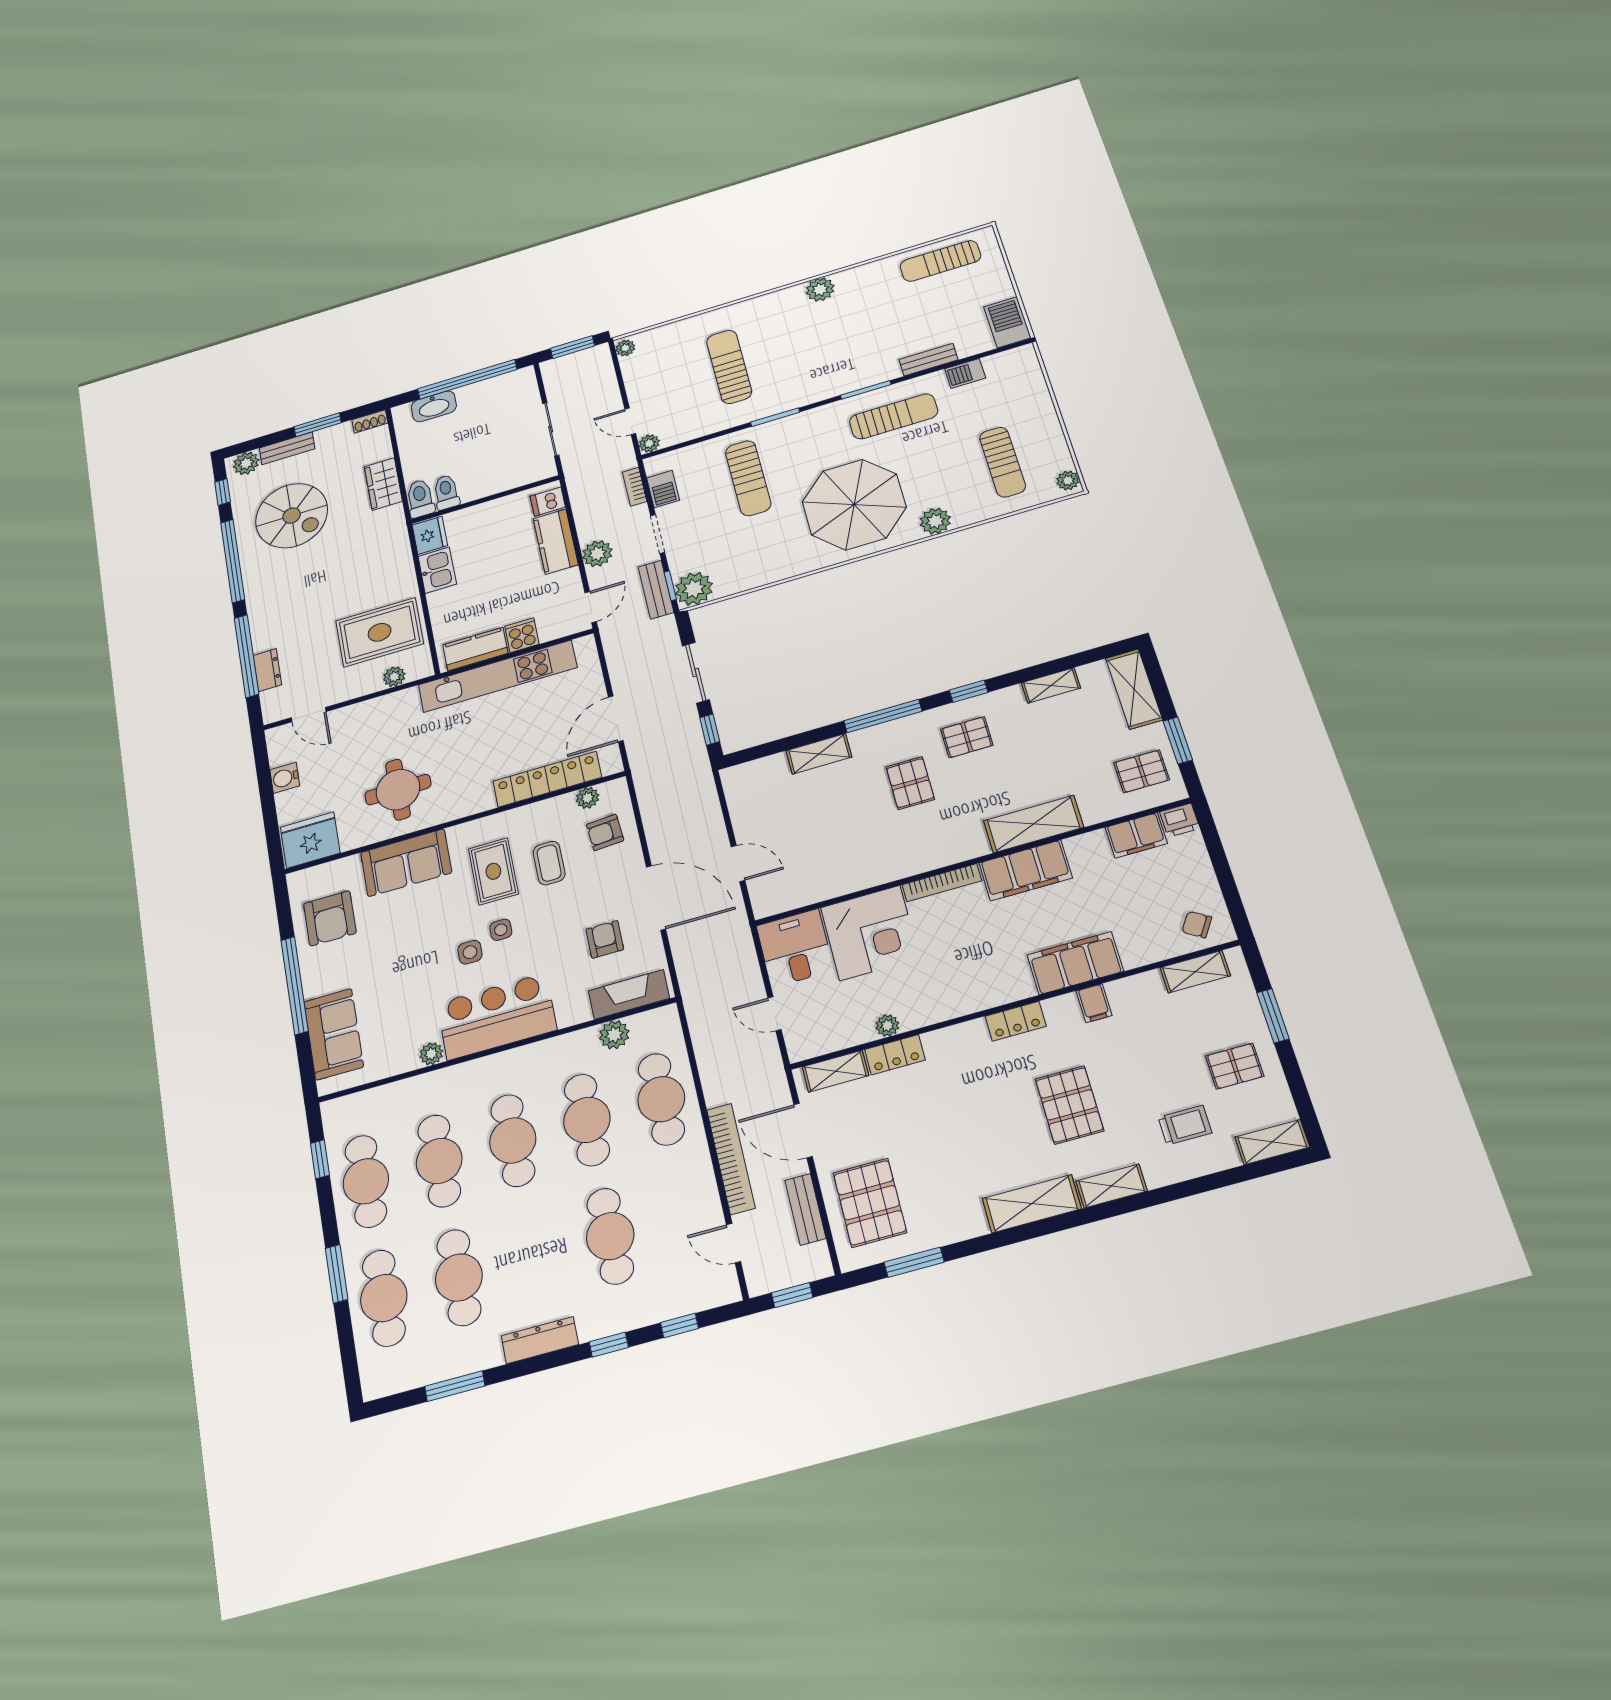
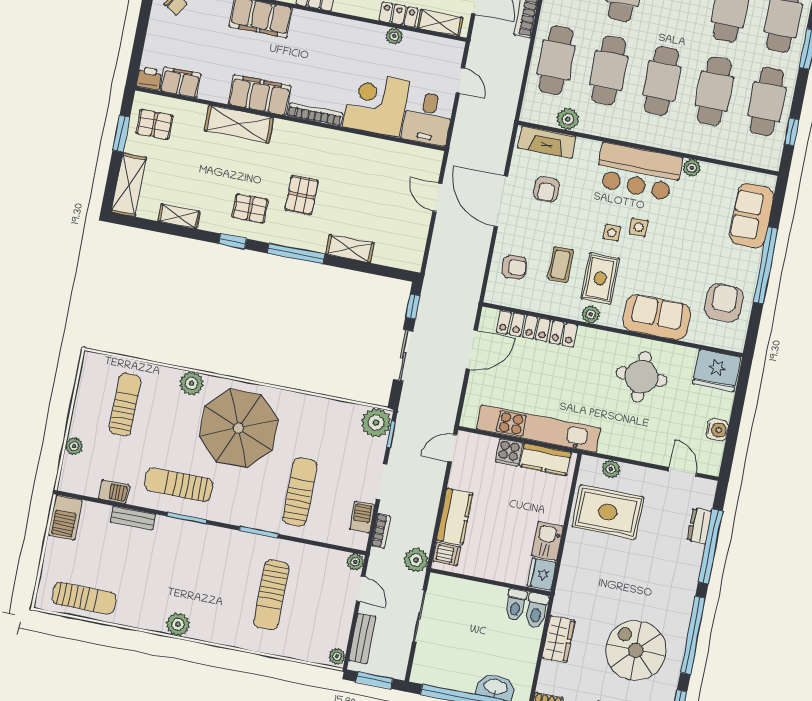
plant: (1068, 480) -> (74, 446), moved
plant: (597, 554) -> (416, 560), moved
bench: (656, 590) -> (362, 639), moved
plant: (588, 798) -> (591, 314), moved

